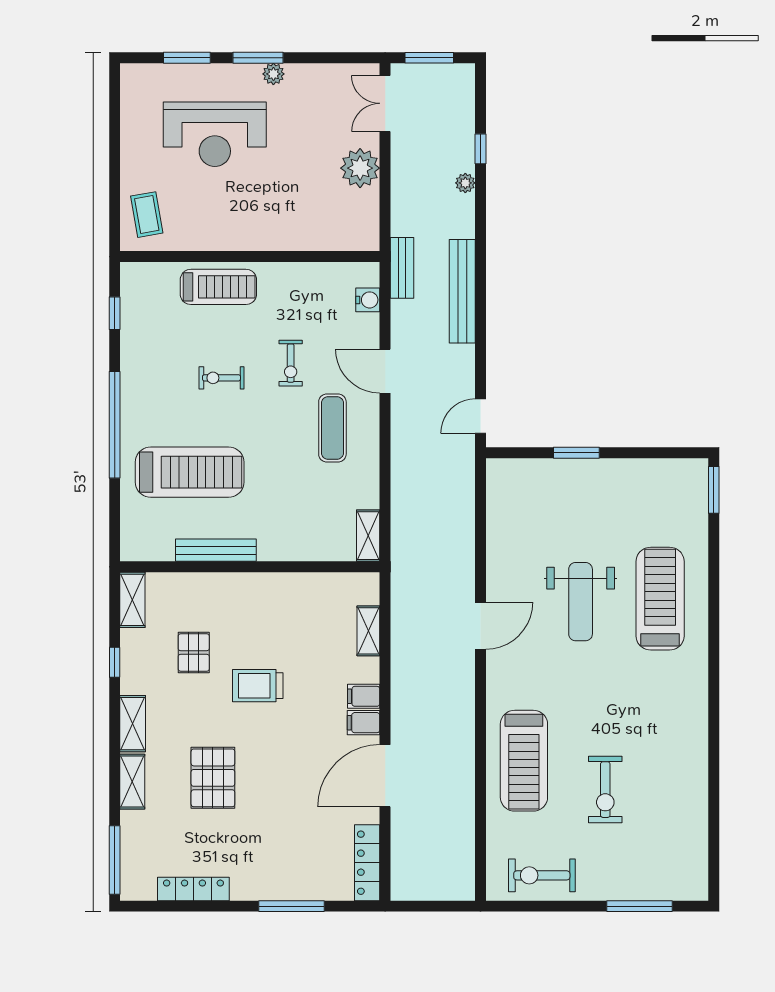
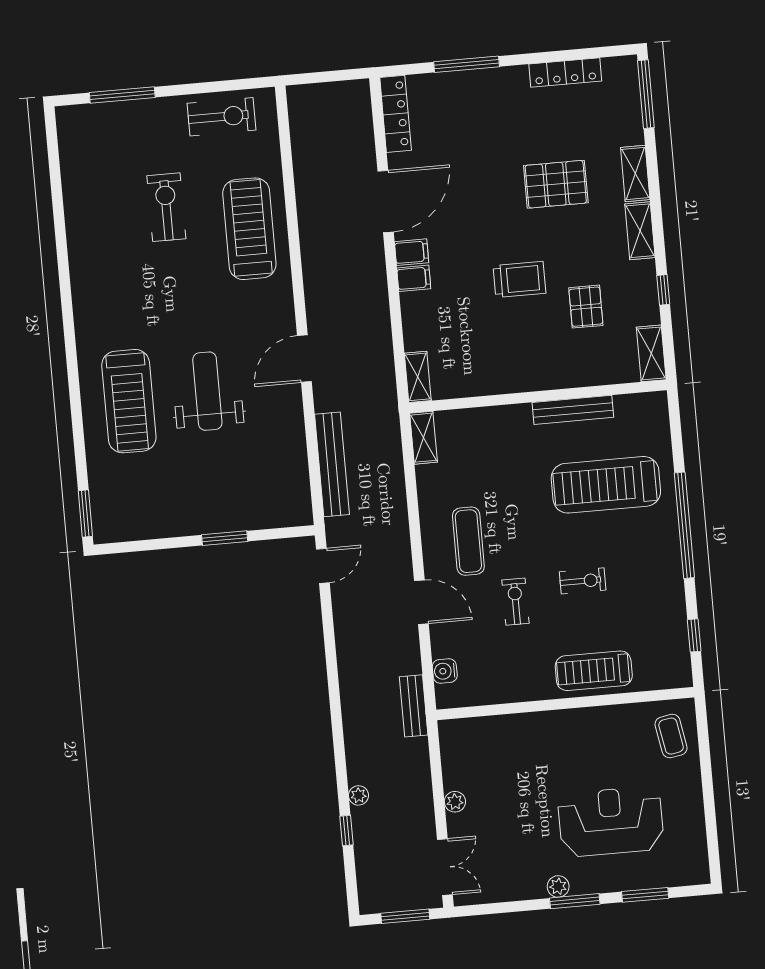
plant: (360, 168) -> (455, 802), width x0.53, depth x0.53
bench: (462, 291) -> (332, 464), moved
shelving: (368, 631) -> (418, 377), moved
pallet: (213, 778) -> (556, 184), turned 90

